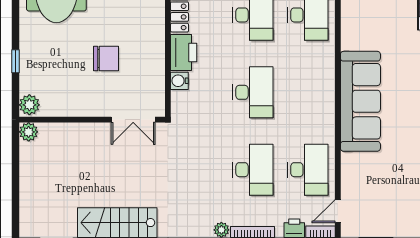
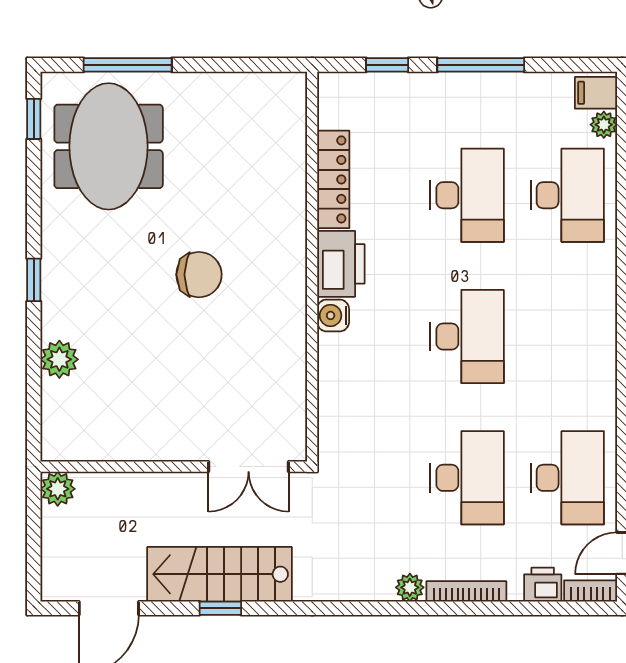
wall: (92, 120) -> (174, 467), moved
double door: (133, 120) -> (249, 467), moved
plant: (29, 132) -> (58, 489), moved

